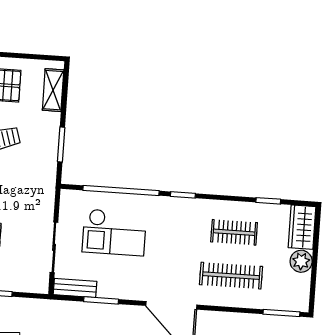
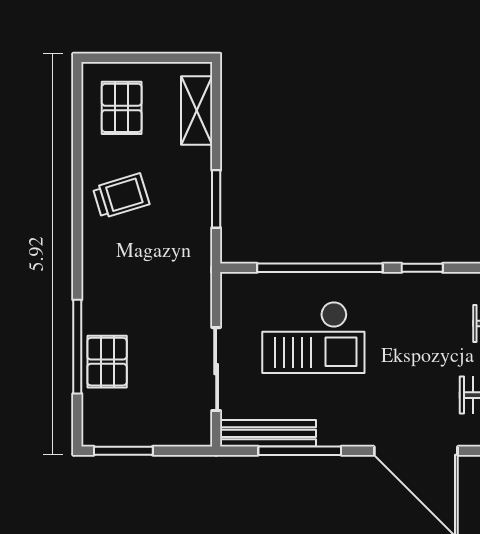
bench: (75, 288) -> (268, 433), width x1.36
window: (101, 300) -> (300, 451), width x1.44

